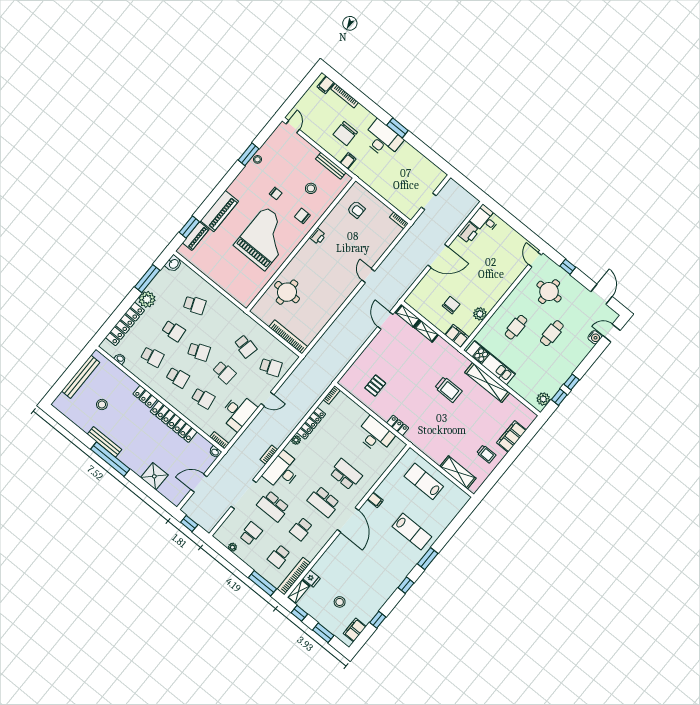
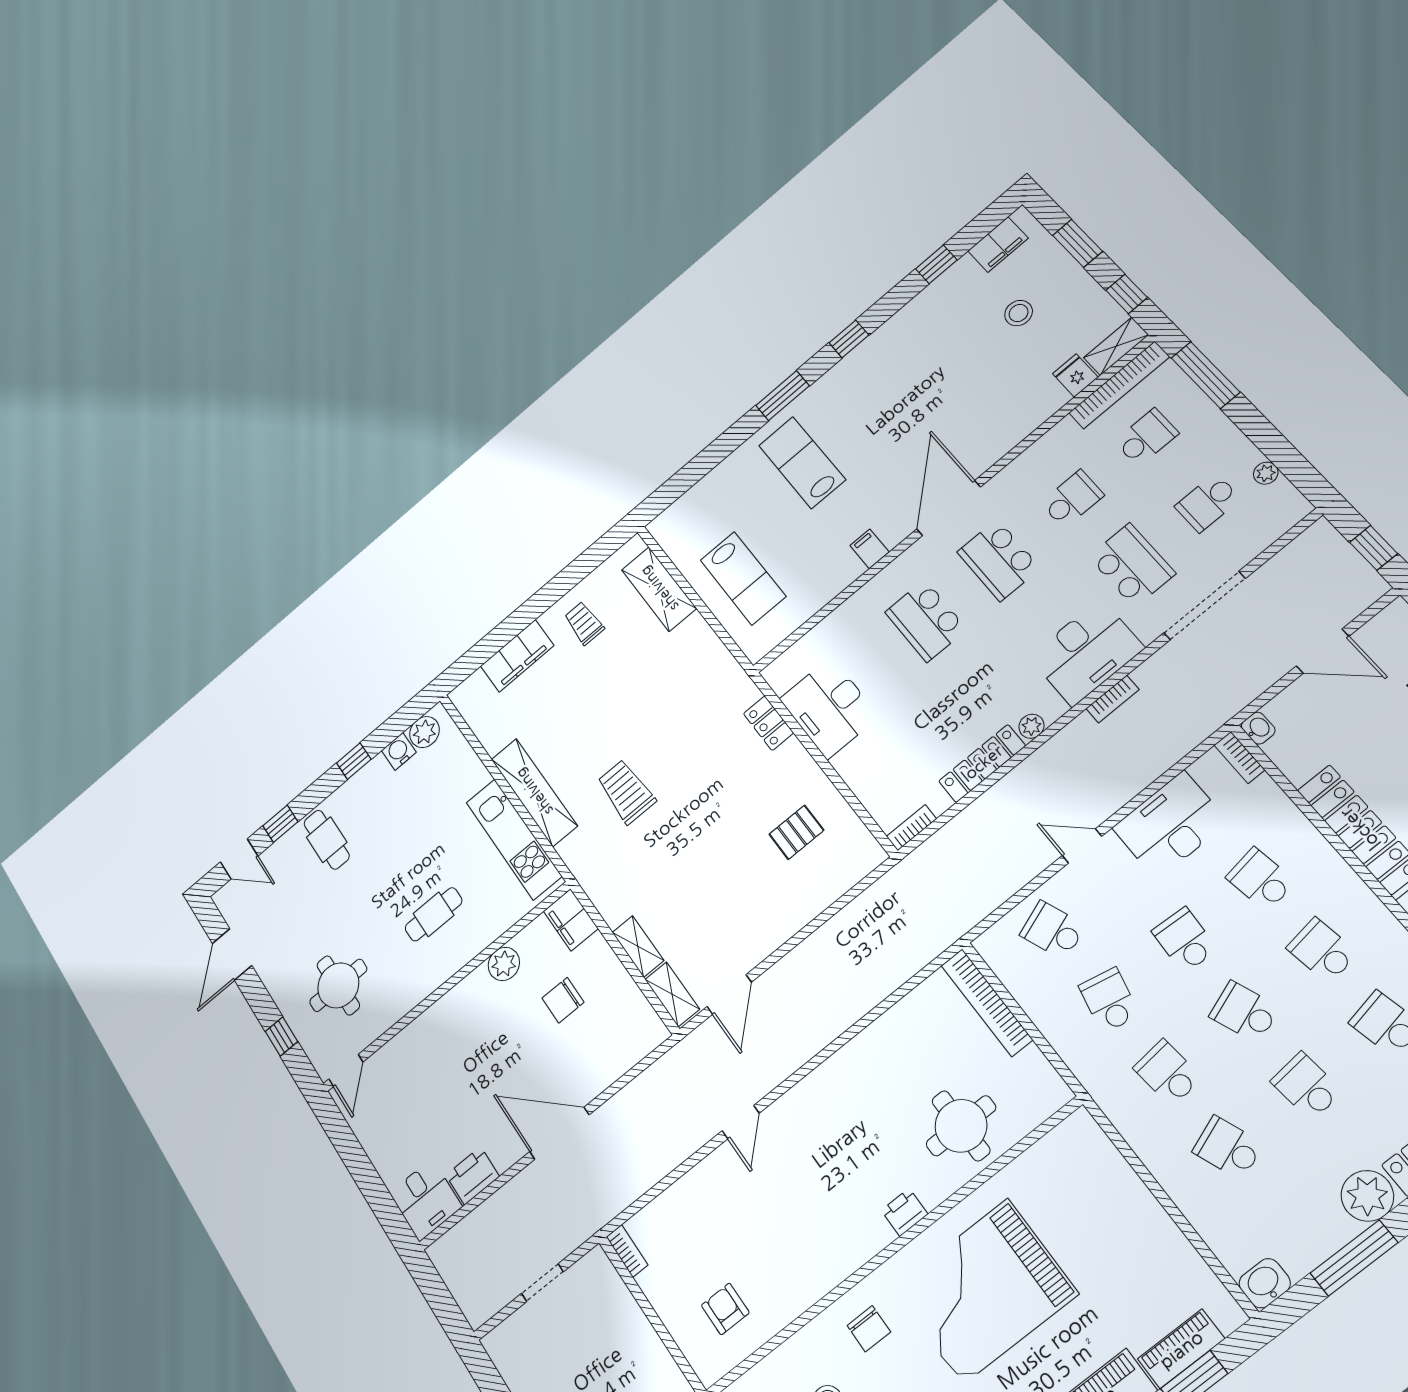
printer: (318, 236) -> (904, 1212), moved
school desk: (220, 326) -> (1167, 1073), added
cafe table: (552, 333) -> (327, 840), moved, turned 90
water cooler: (595, 337) -> (399, 751), moved
window: (559, 397) -> (280, 824), moved
school desk: (324, 502) -> (999, 560), turned 180

